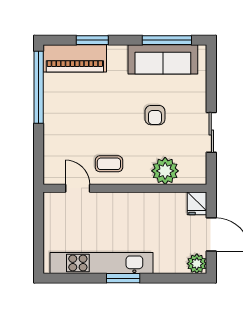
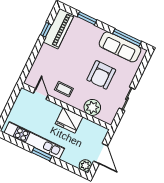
piano: (75, 58) -> (59, 29), moved, turned -90
window: (39, 87) -> (46, 30), width x0.32
armchair: (155, 115) -> (101, 75), width x1.88, depth x1.88
fridge: (197, 203) -> (69, 120), moved, width x1.88, depth x1.34

